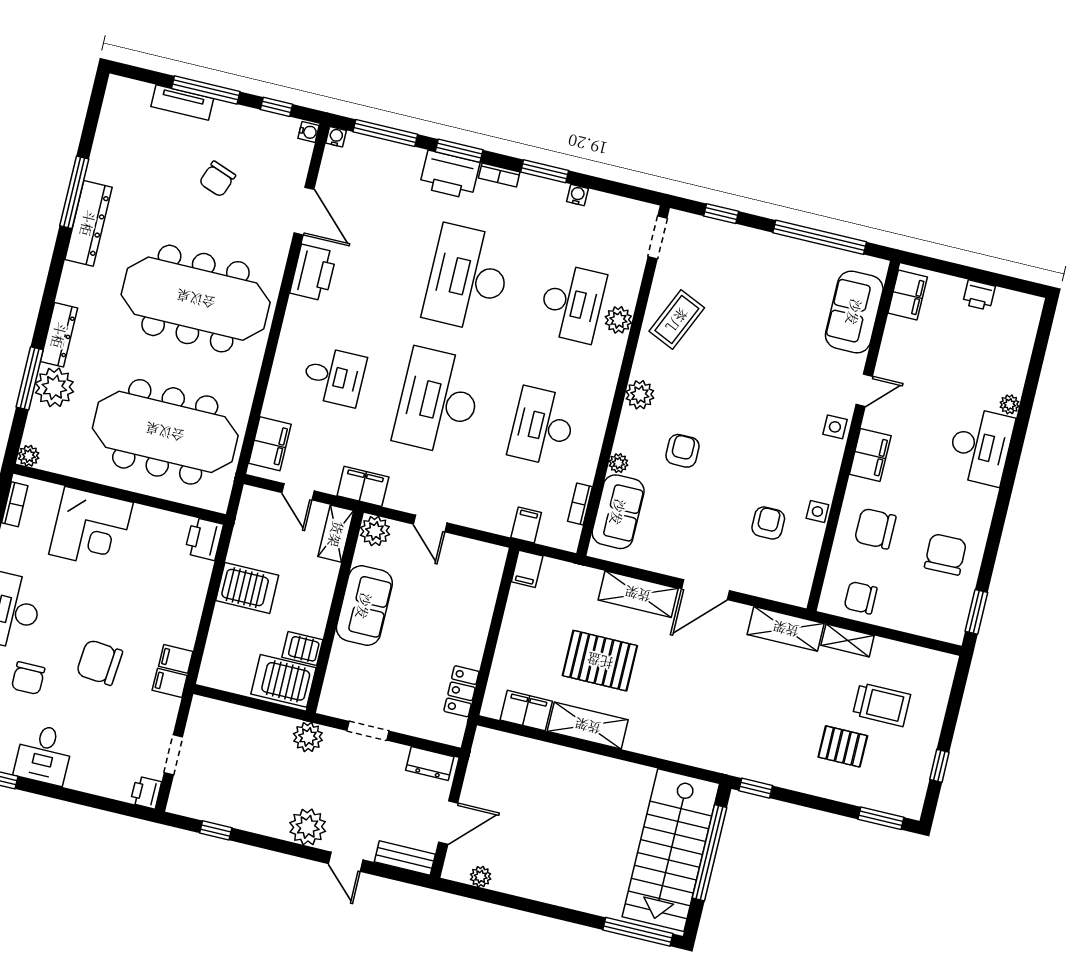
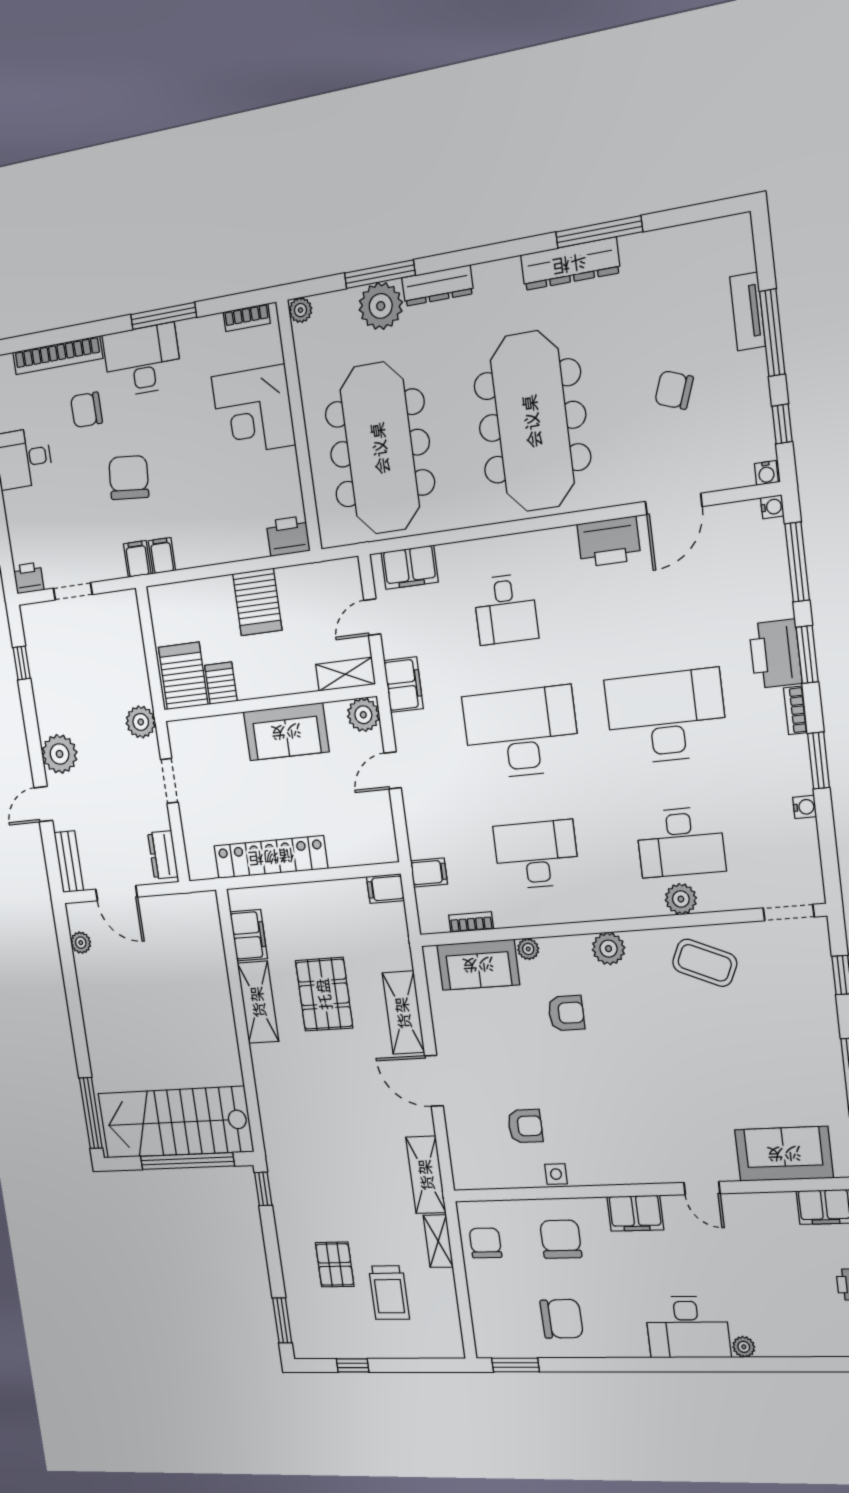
side table: (835, 427) -> (651, 1168), removed
locker: (461, 691) -> (271, 857), width x2.16, depth x1.21

